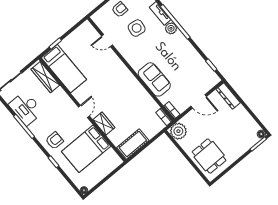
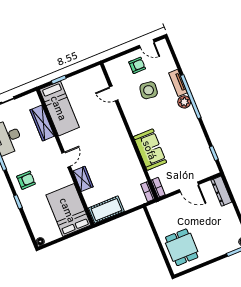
wardrobe: (45, 77) -> (42, 123), moved
plant: (178, 131) -> (158, 211), removed
bed: (86, 149) -> (68, 210), moved, turned 90

